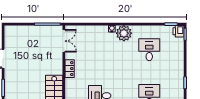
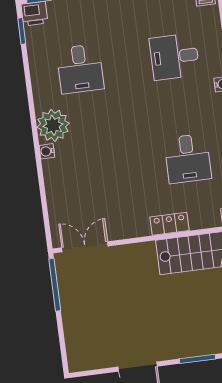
desk: (149, 50) -> (80, 69), turned -90
locker: (70, 69) -> (169, 224), moved

